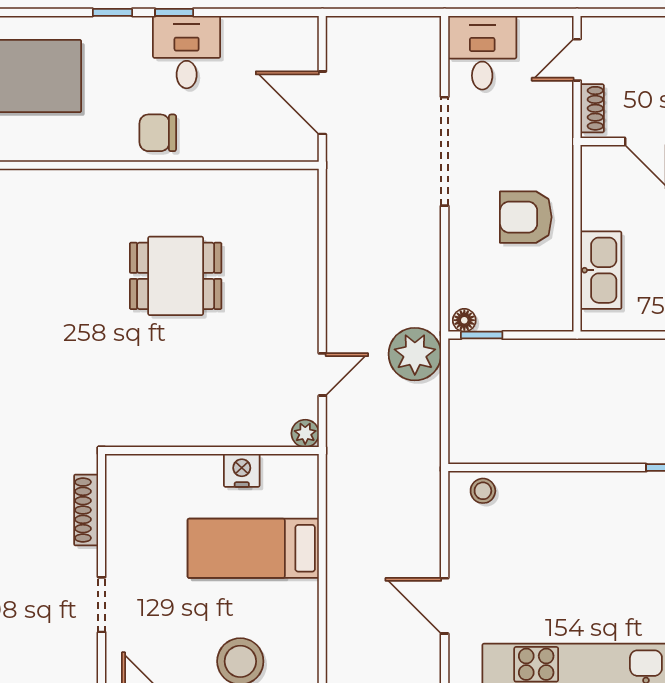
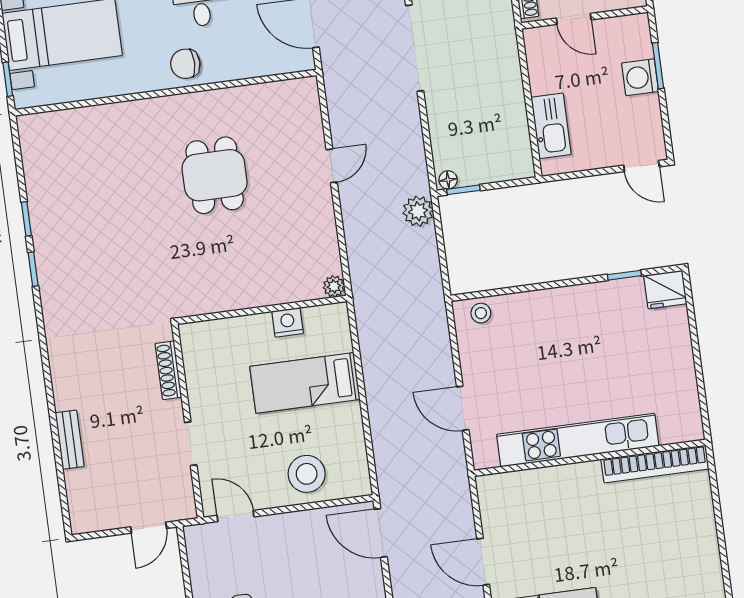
armchair: (526, 217) -> (486, 92), removed
dining table: (176, 276) -> (215, 175), turned 90
plant: (415, 354) -> (418, 211), width x0.73, depth x0.73
door: (322, 374) -> (332, 166), moved

